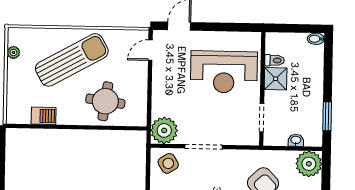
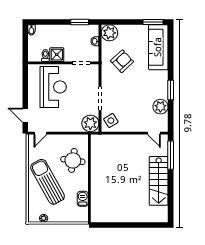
door: (150, 50) -> (40, 133), hinge flipped

